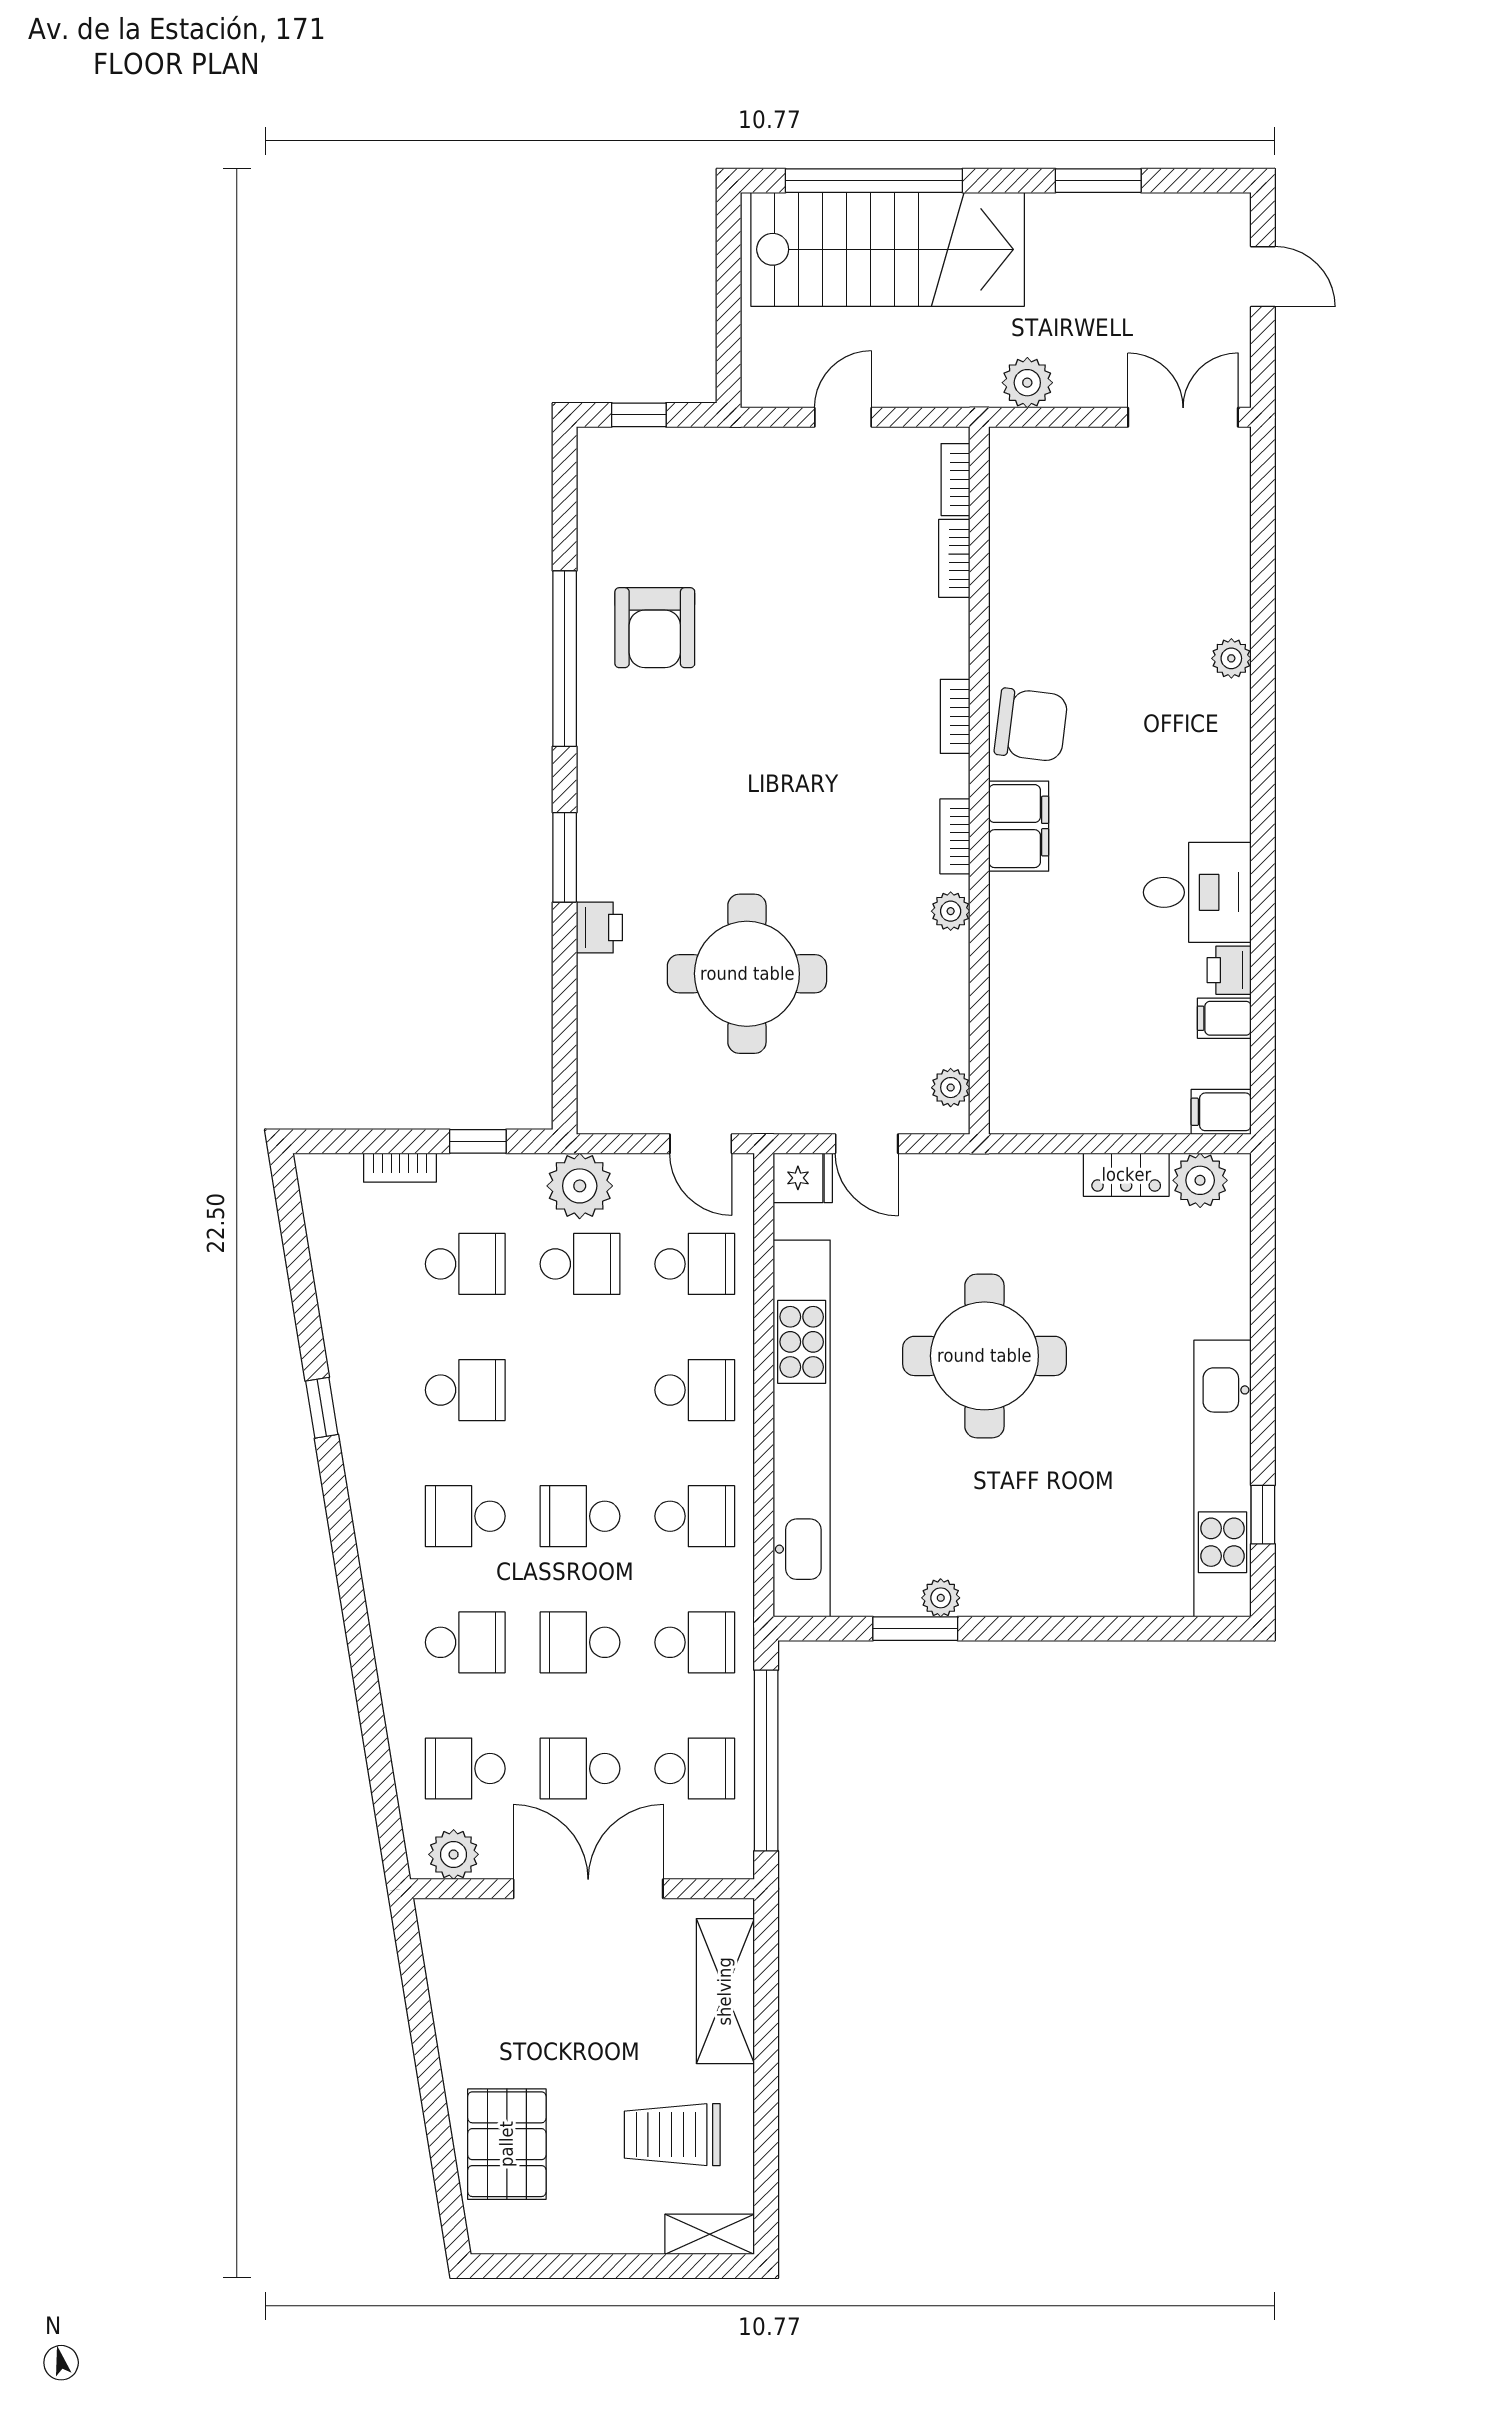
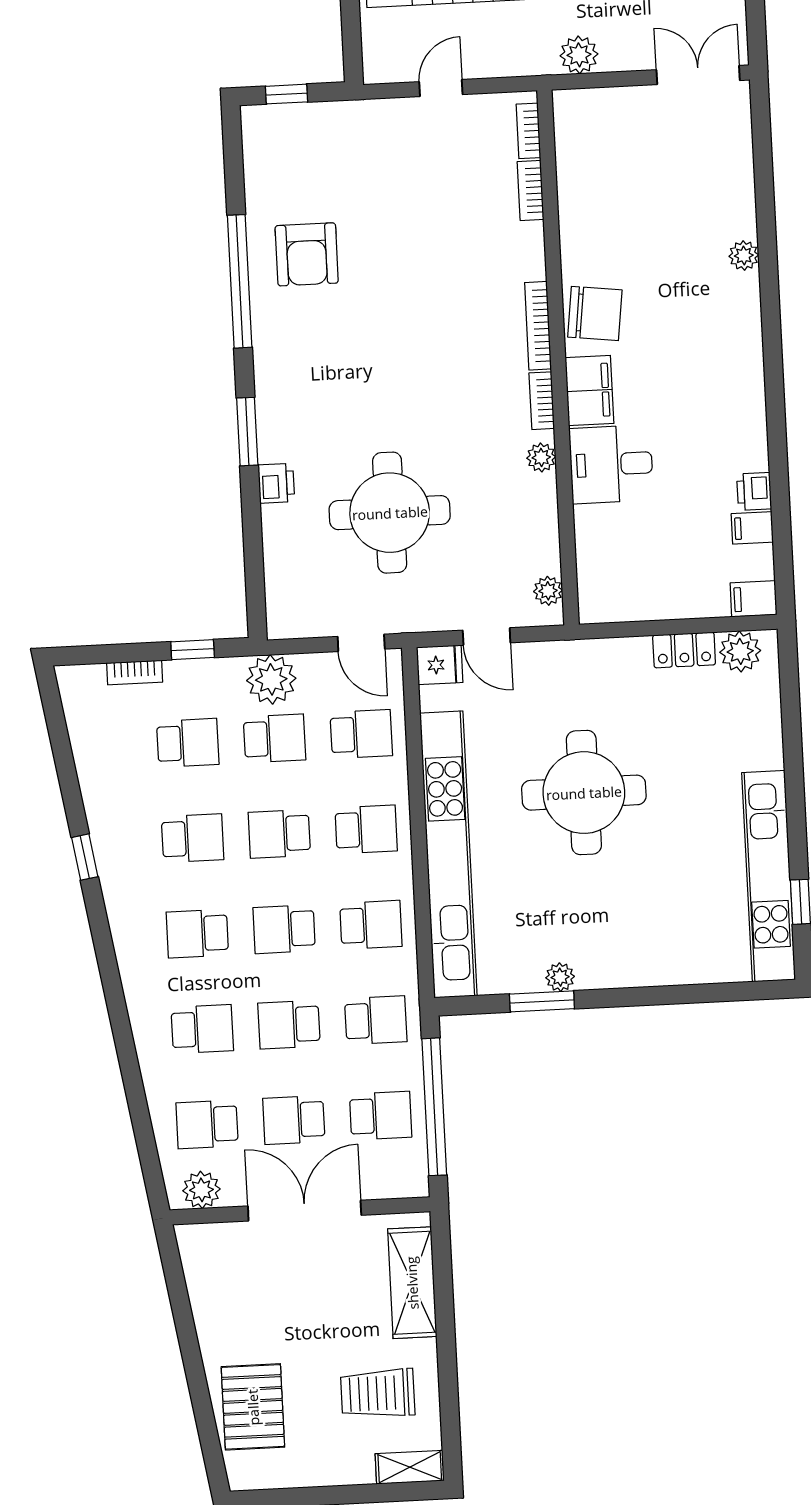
bookcase: (955, 716) -> (538, 326), width x1.56
desk: (1197, 892) -> (611, 464), moved, turned 180
school desk: (580, 1390) -> (279, 834), added

